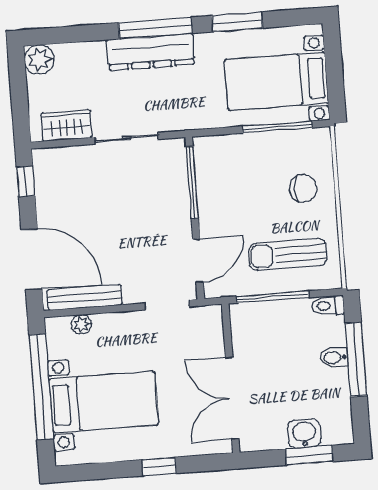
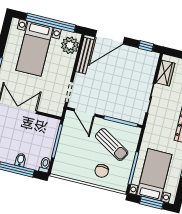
window: (334, 68) -> (152, 203), added
sun lounger: (288, 254) -> (112, 145), moved, turned 121
plant: (81, 324) -> (70, 45), width x1.87, depth x1.87

